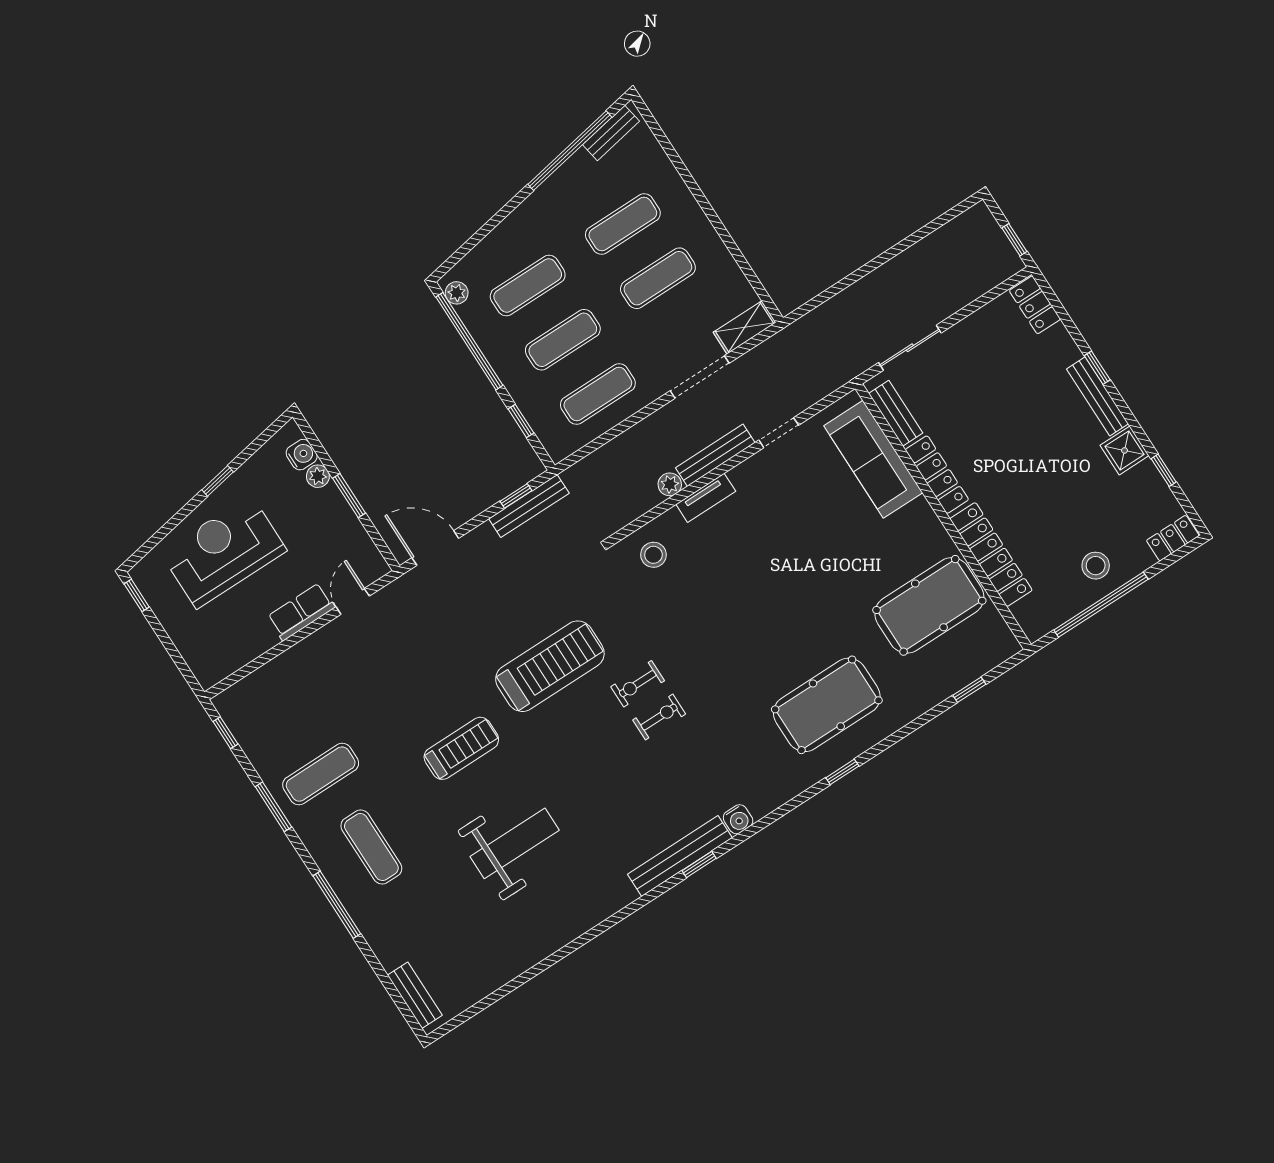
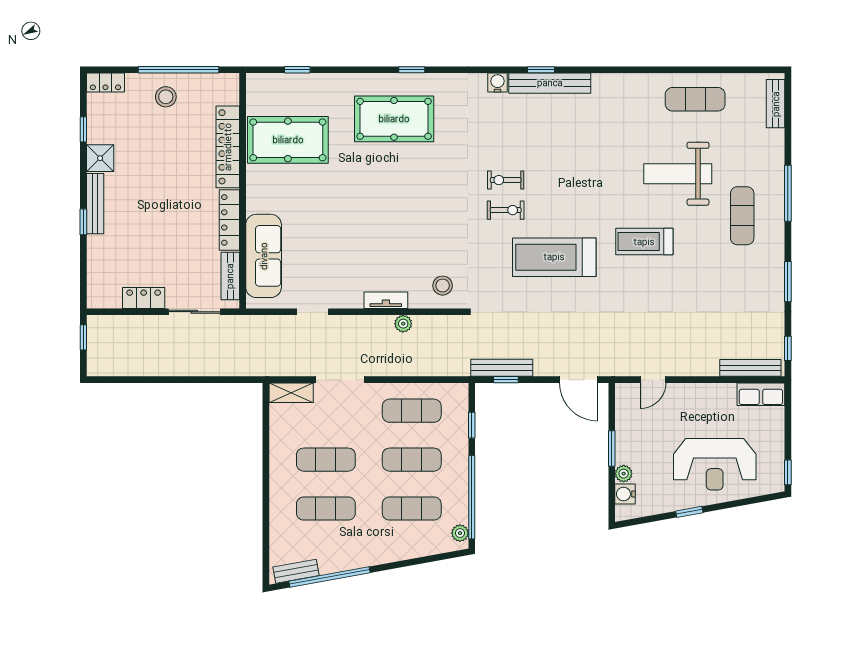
locker: (1035, 305) -> (144, 298), moved, turned -90
bench: (715, 455) -> (750, 368), moved
row of seats: (301, 612) -> (761, 394), moved
exercise mat: (321, 774) -> (695, 99), moved
weight bench: (515, 843) -> (678, 174), moved

